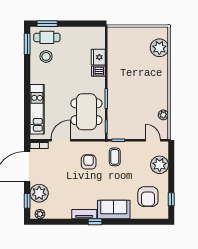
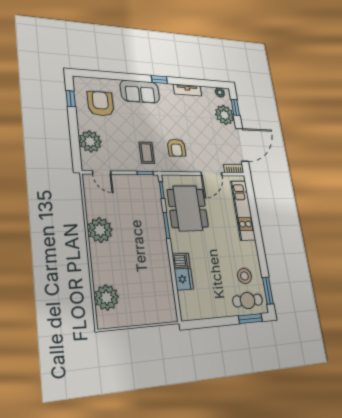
plant: (163, 115) -> (100, 230), moved, width x1.88, depth x1.88
tv unit: (84, 214) -> (187, 90), moved

